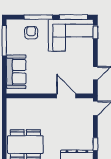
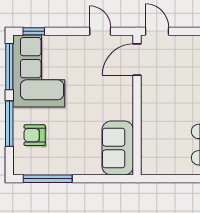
sofa: (16, 72) -> (118, 148), moved, turned -90
door: (66, 96) -> (137, 60), moved

